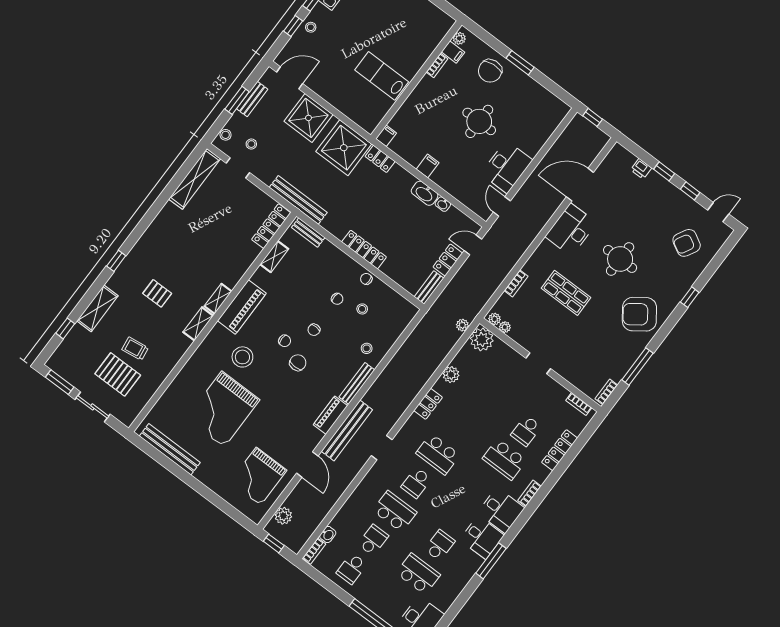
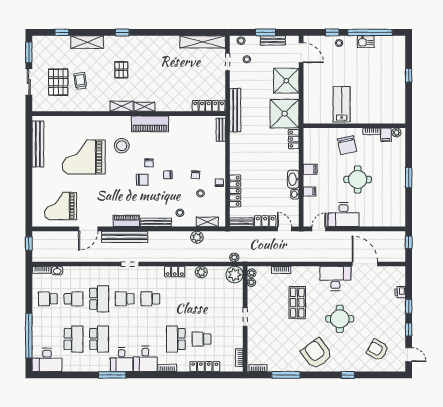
chair: (490, 71) -> (347, 145), moved, turned -97
filing cabinet: (386, 136) -> (309, 192), moved
locker: (364, 249) -> (235, 191), moved
shelving: (274, 257) -> (207, 222), moved
school desk: (438, 454) -> (150, 299), width x0.54
plant: (283, 516) -> (197, 237), moved
school desk: (440, 545) -> (99, 339), width x1.85

